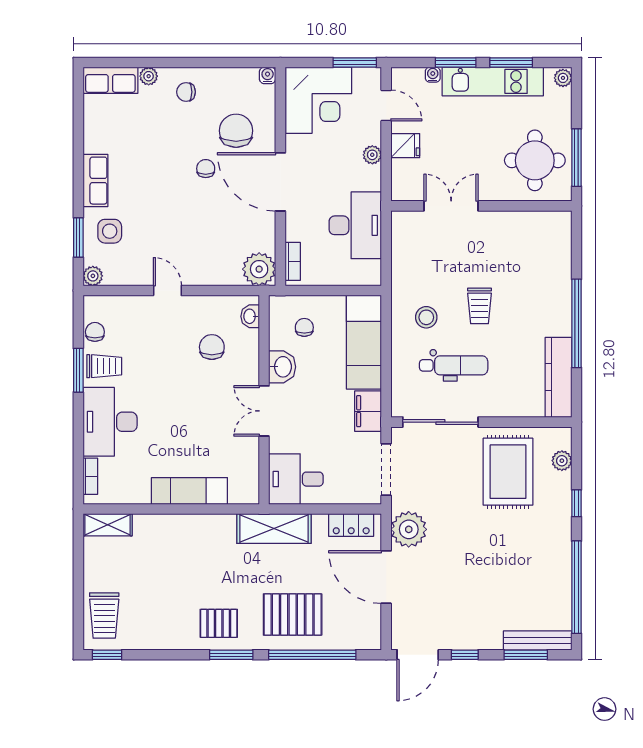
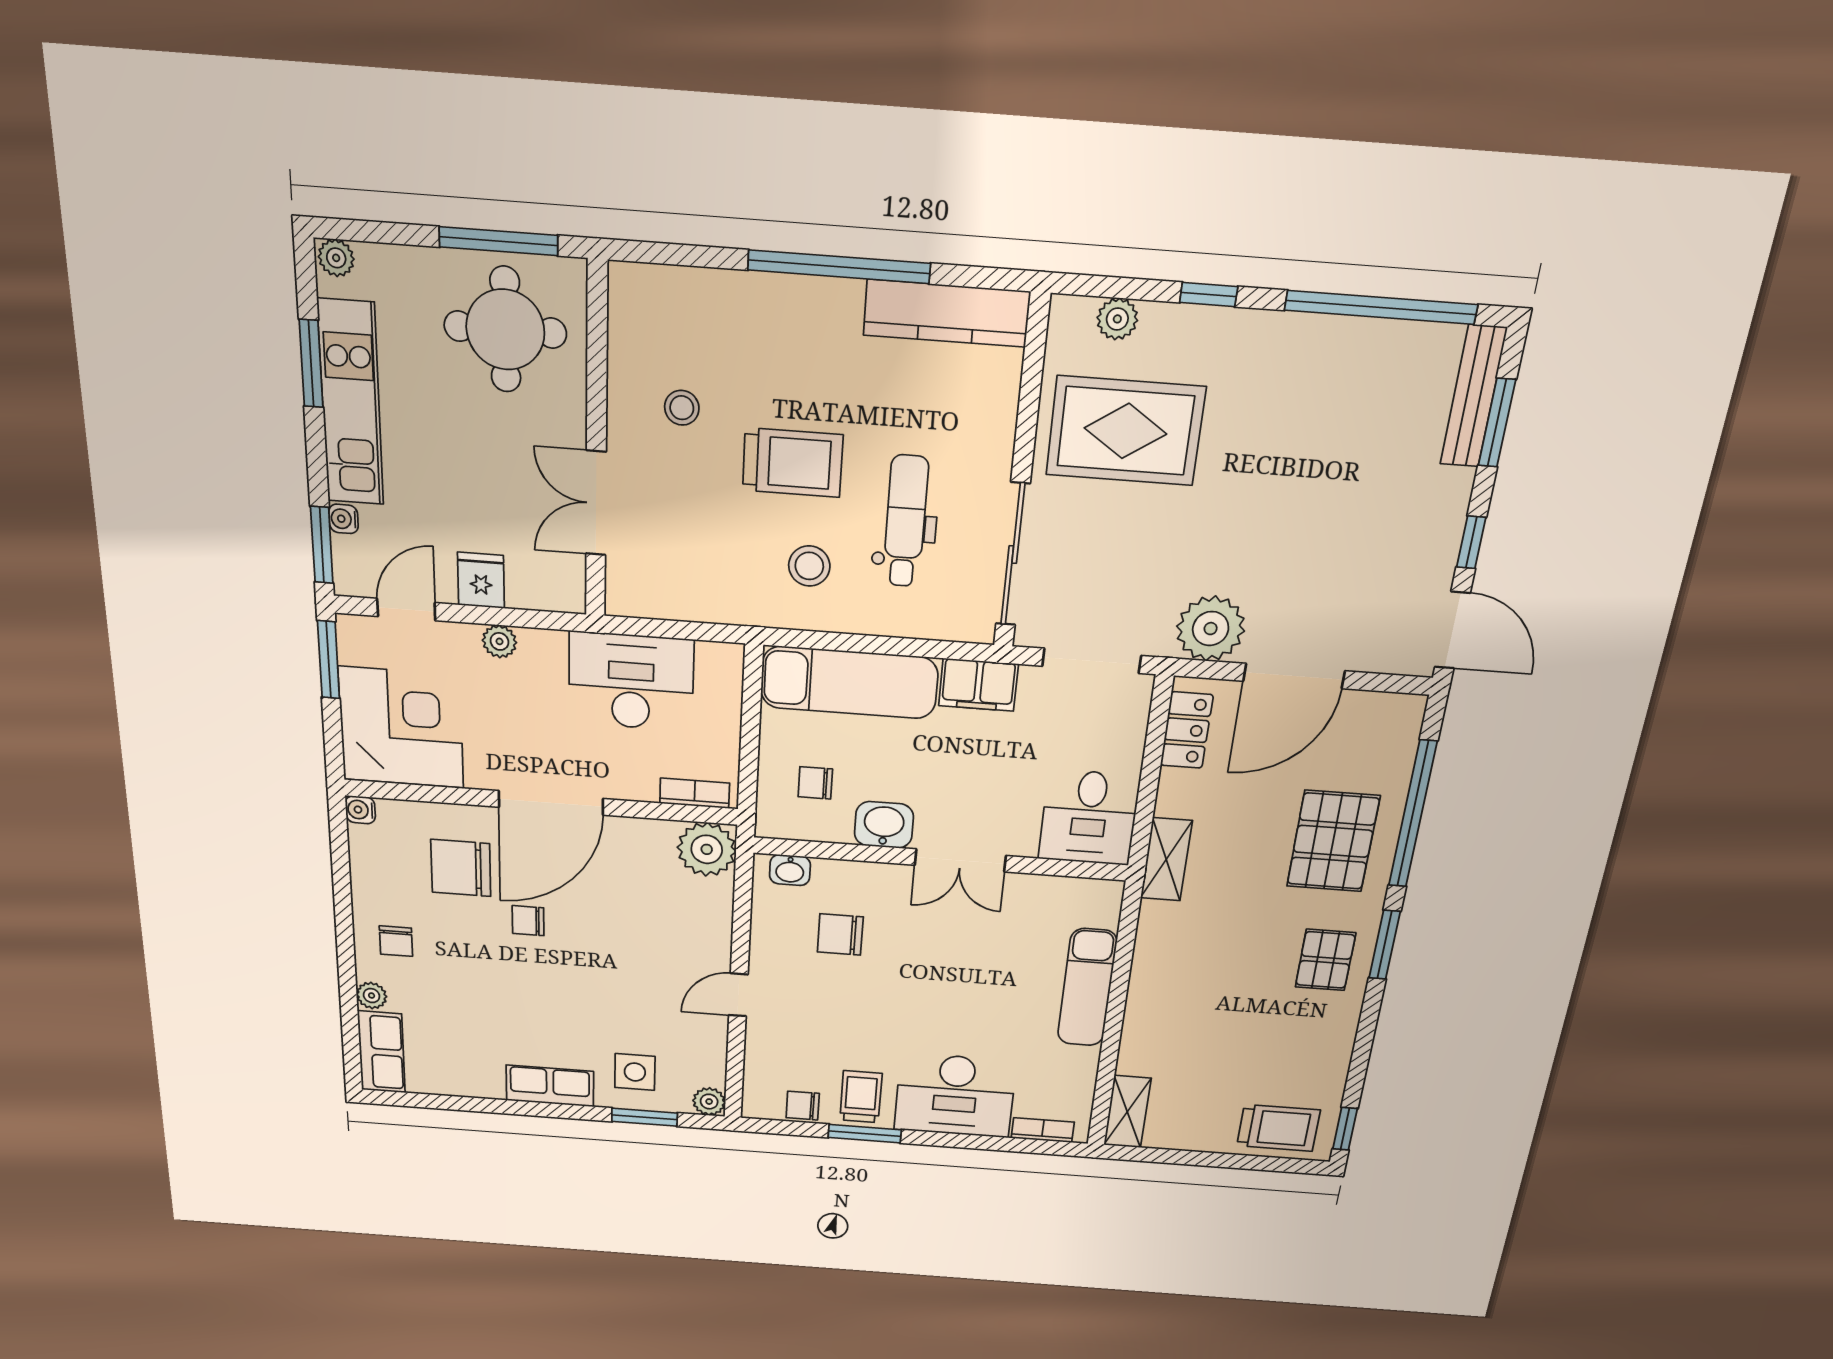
window: (456, 63) -> (322, 545), moved
stool: (503, 249) -> (682, 408), added
trolley: (479, 306) -> (793, 463), width x1.36, depth x1.39
shelving: (274, 529) -> (1166, 859), width x0.67, depth x0.75

